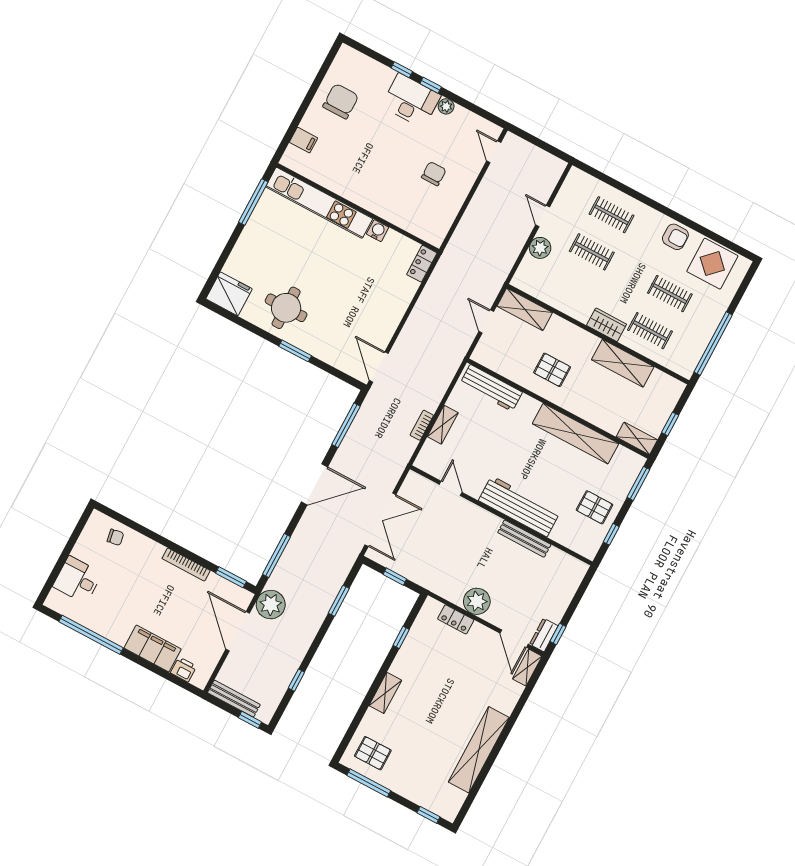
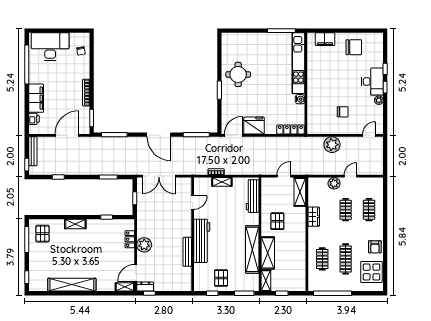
filing cabinet: (304, 140) -> (325, 39), width x2.00
locker: (422, 264) -> (290, 130), width x1.53
fridge: (229, 294) -> (254, 126), moved, turned -90
clothes rail: (670, 294) -> (346, 259), width x1.36
wardrobe: (607, 325) -> (314, 217), moved
shelving: (623, 363) -> (268, 253), moved
desk: (77, 580) -> (50, 47), width x1.87, depth x1.30
plant: (271, 605) -> (332, 145), moved

